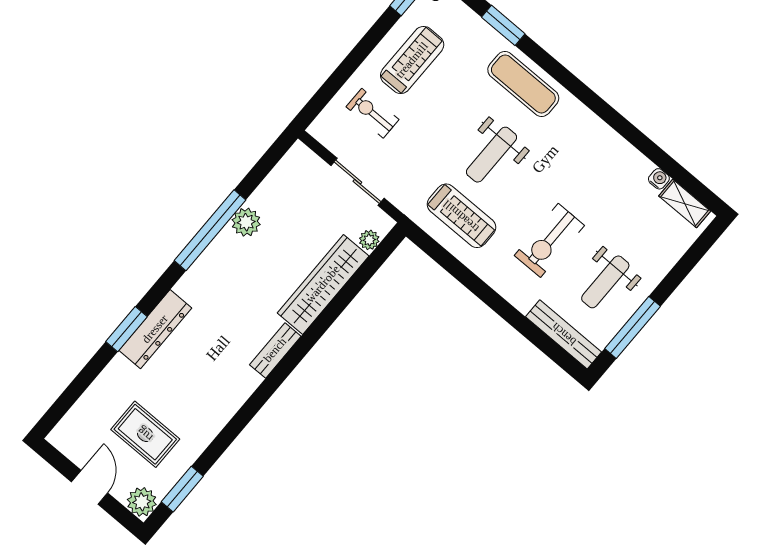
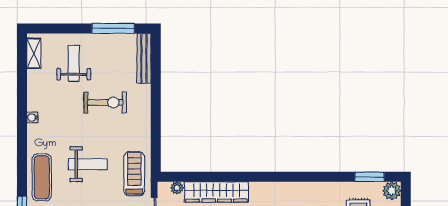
water cooler: (659, 179) -> (32, 117), moved
treadmill: (461, 216) -> (134, 174), moved
weight bench: (605, 282) -> (74, 63), moved, turned -90
bench: (275, 350) -> (267, 188), removed

